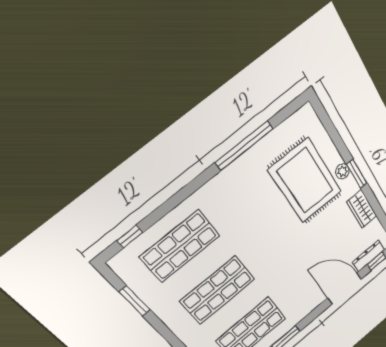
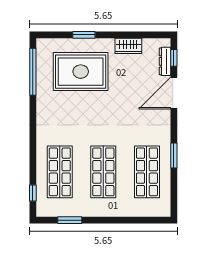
window: (244, 146) -> (33, 72), moved
plant: (342, 171) -> (93, 44), removed
window: (357, 174) -> (84, 35), moved

